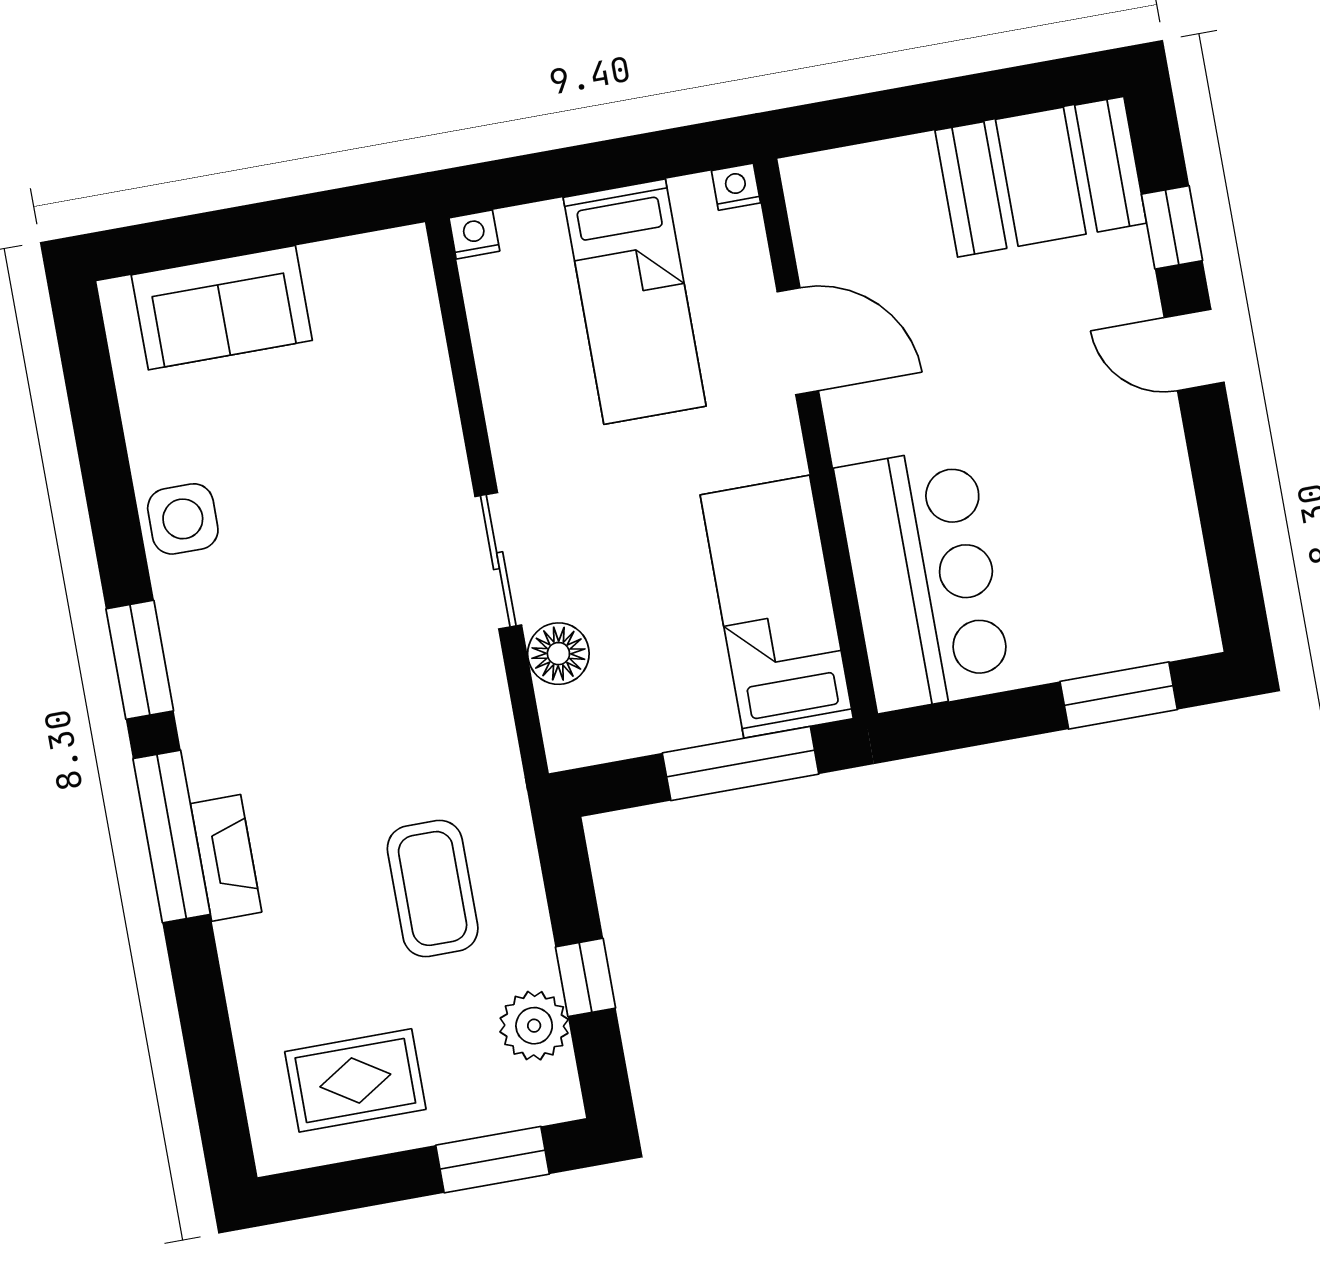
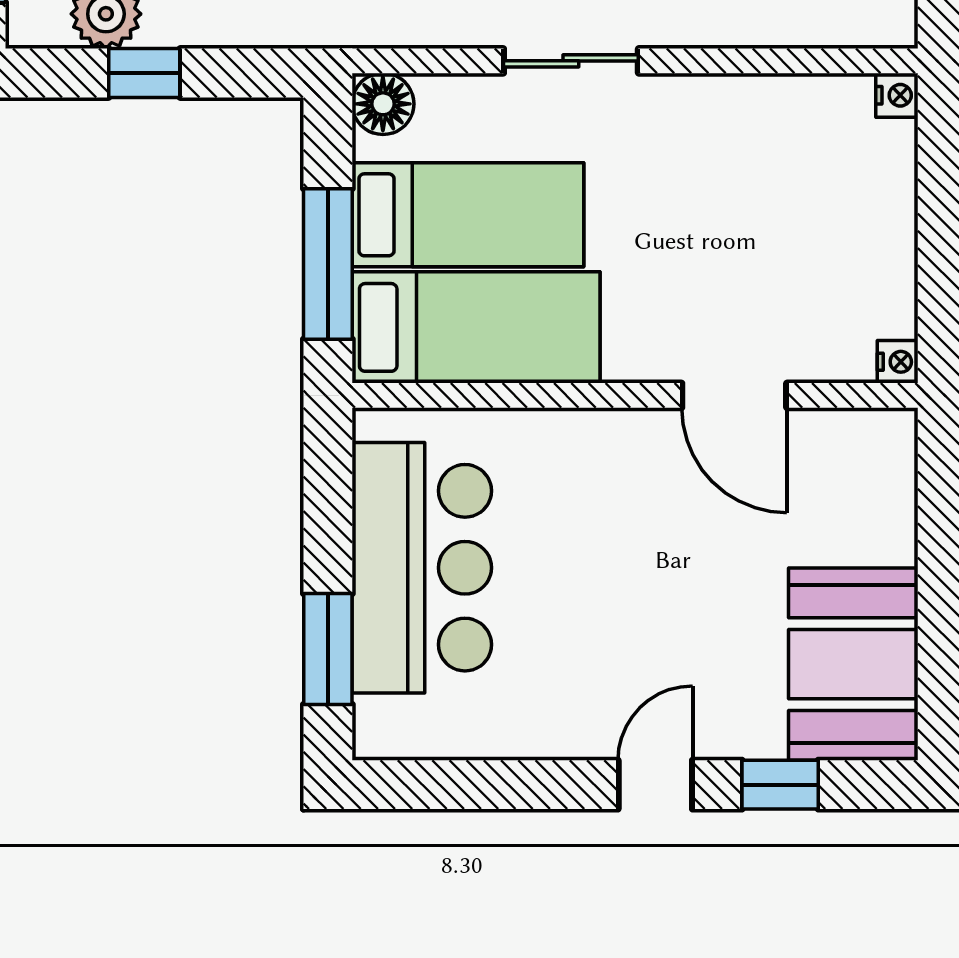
bed: (635, 302) -> (468, 215), moved, turned 180
door: (798, 341) -> (734, 395), hinge flipped
bar counter: (924, 579) -> (422, 568), moved, turned -90
floor lamp: (558, 654) -> (383, 104), moved

